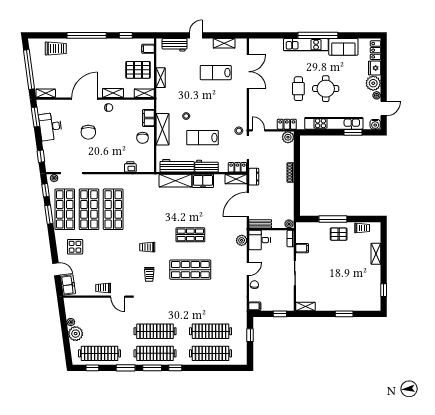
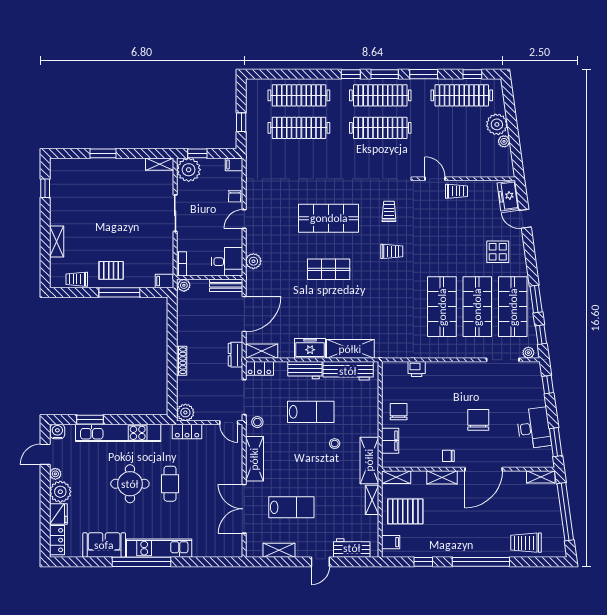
shelving: (241, 106) -> (254, 459), added
shelving: (163, 129) -> (369, 460), moved
filing cabinet: (302, 248) -> (165, 281), moved
plant: (286, 303) -> (189, 170), added

